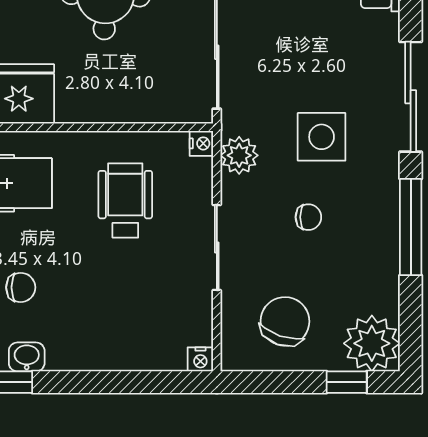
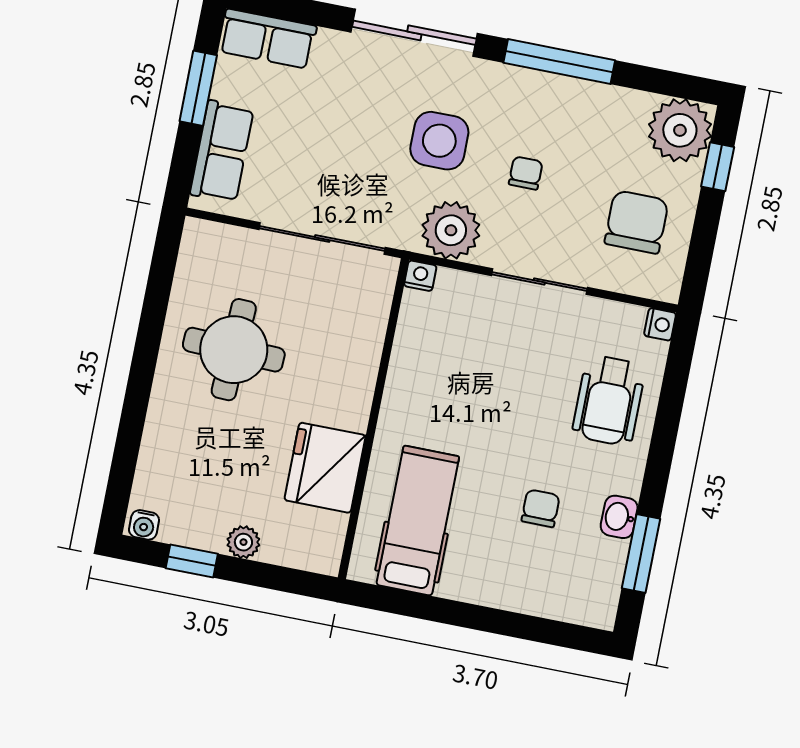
plant: (239, 155) -> (451, 230), width x1.36, depth x1.36
wheelchair: (125, 201) -> (609, 400), moved, turned -90
chair: (285, 321) -> (636, 222), turned 71

